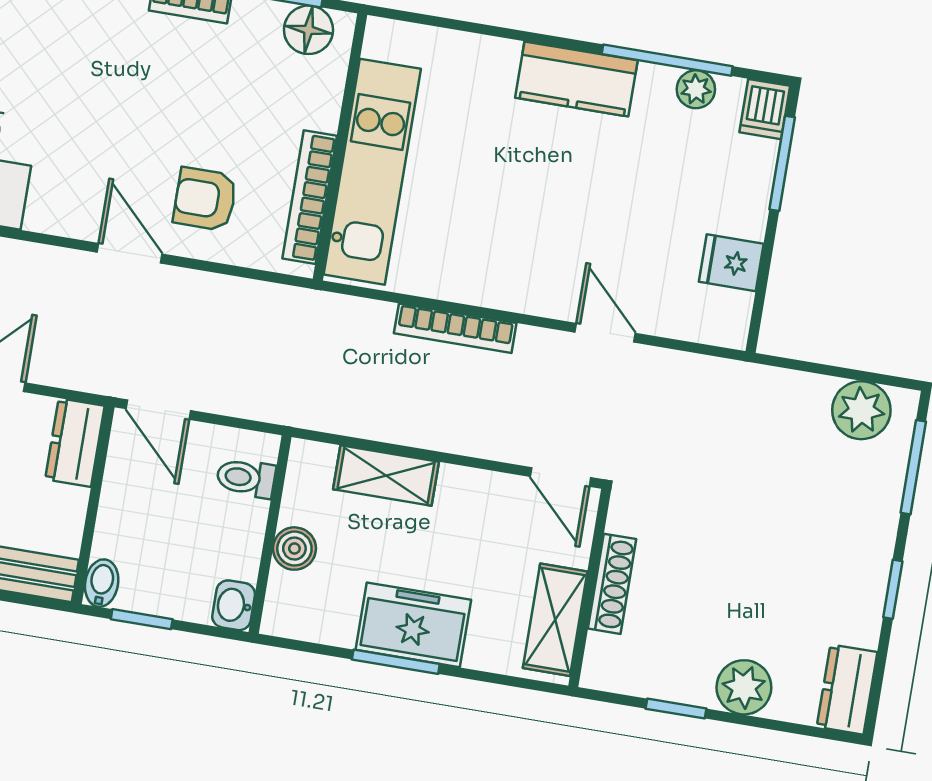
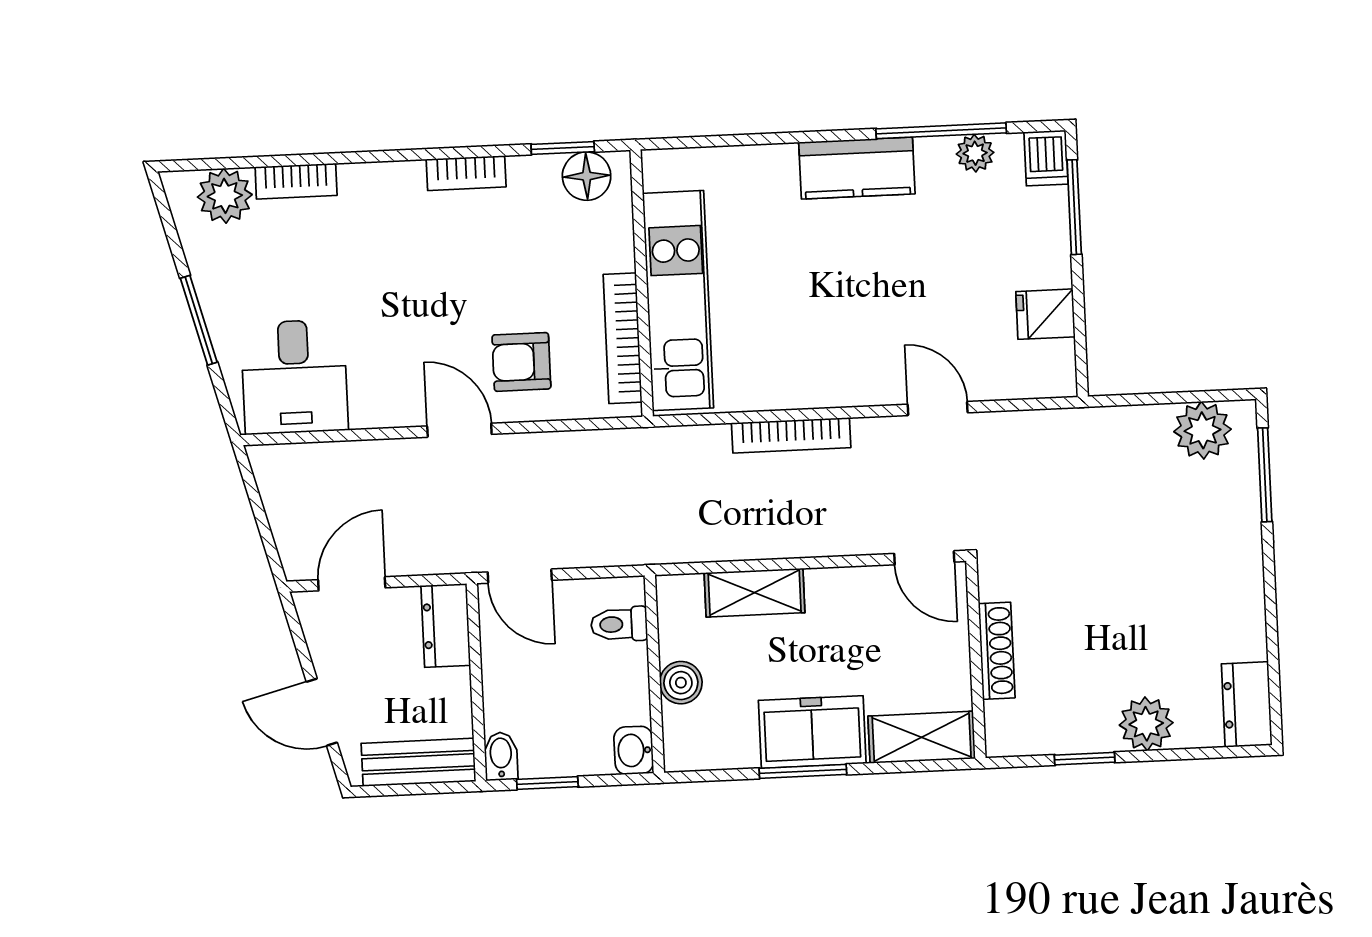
window: (893, 589) -> (1270, 598), removed
shelving: (555, 620) -> (922, 737), moved, turned 90

